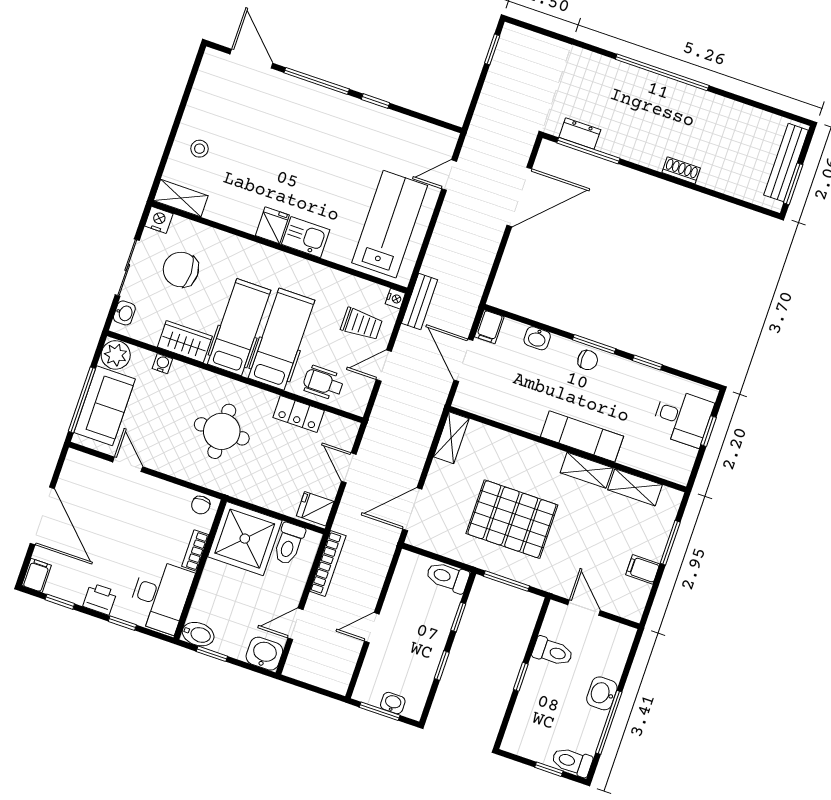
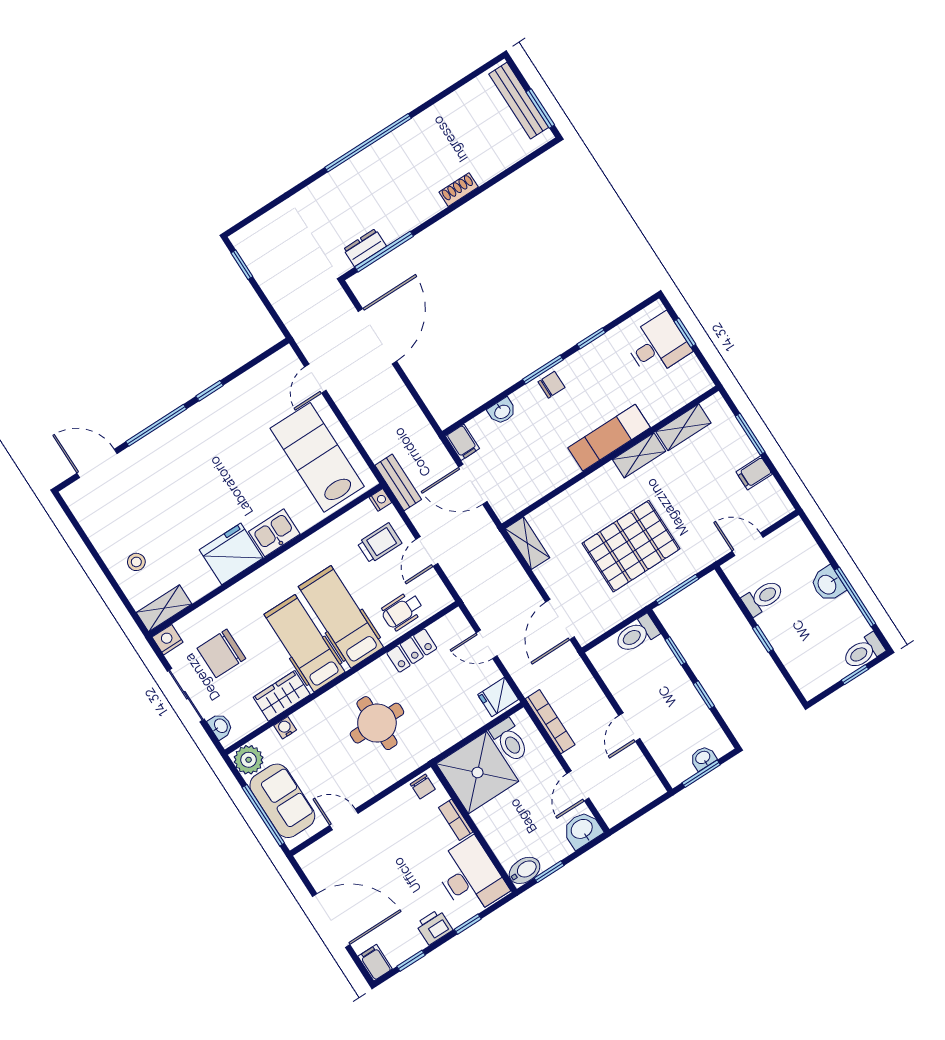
fridge: (272, 225) -> (231, 554), width x1.88, depth x1.34

